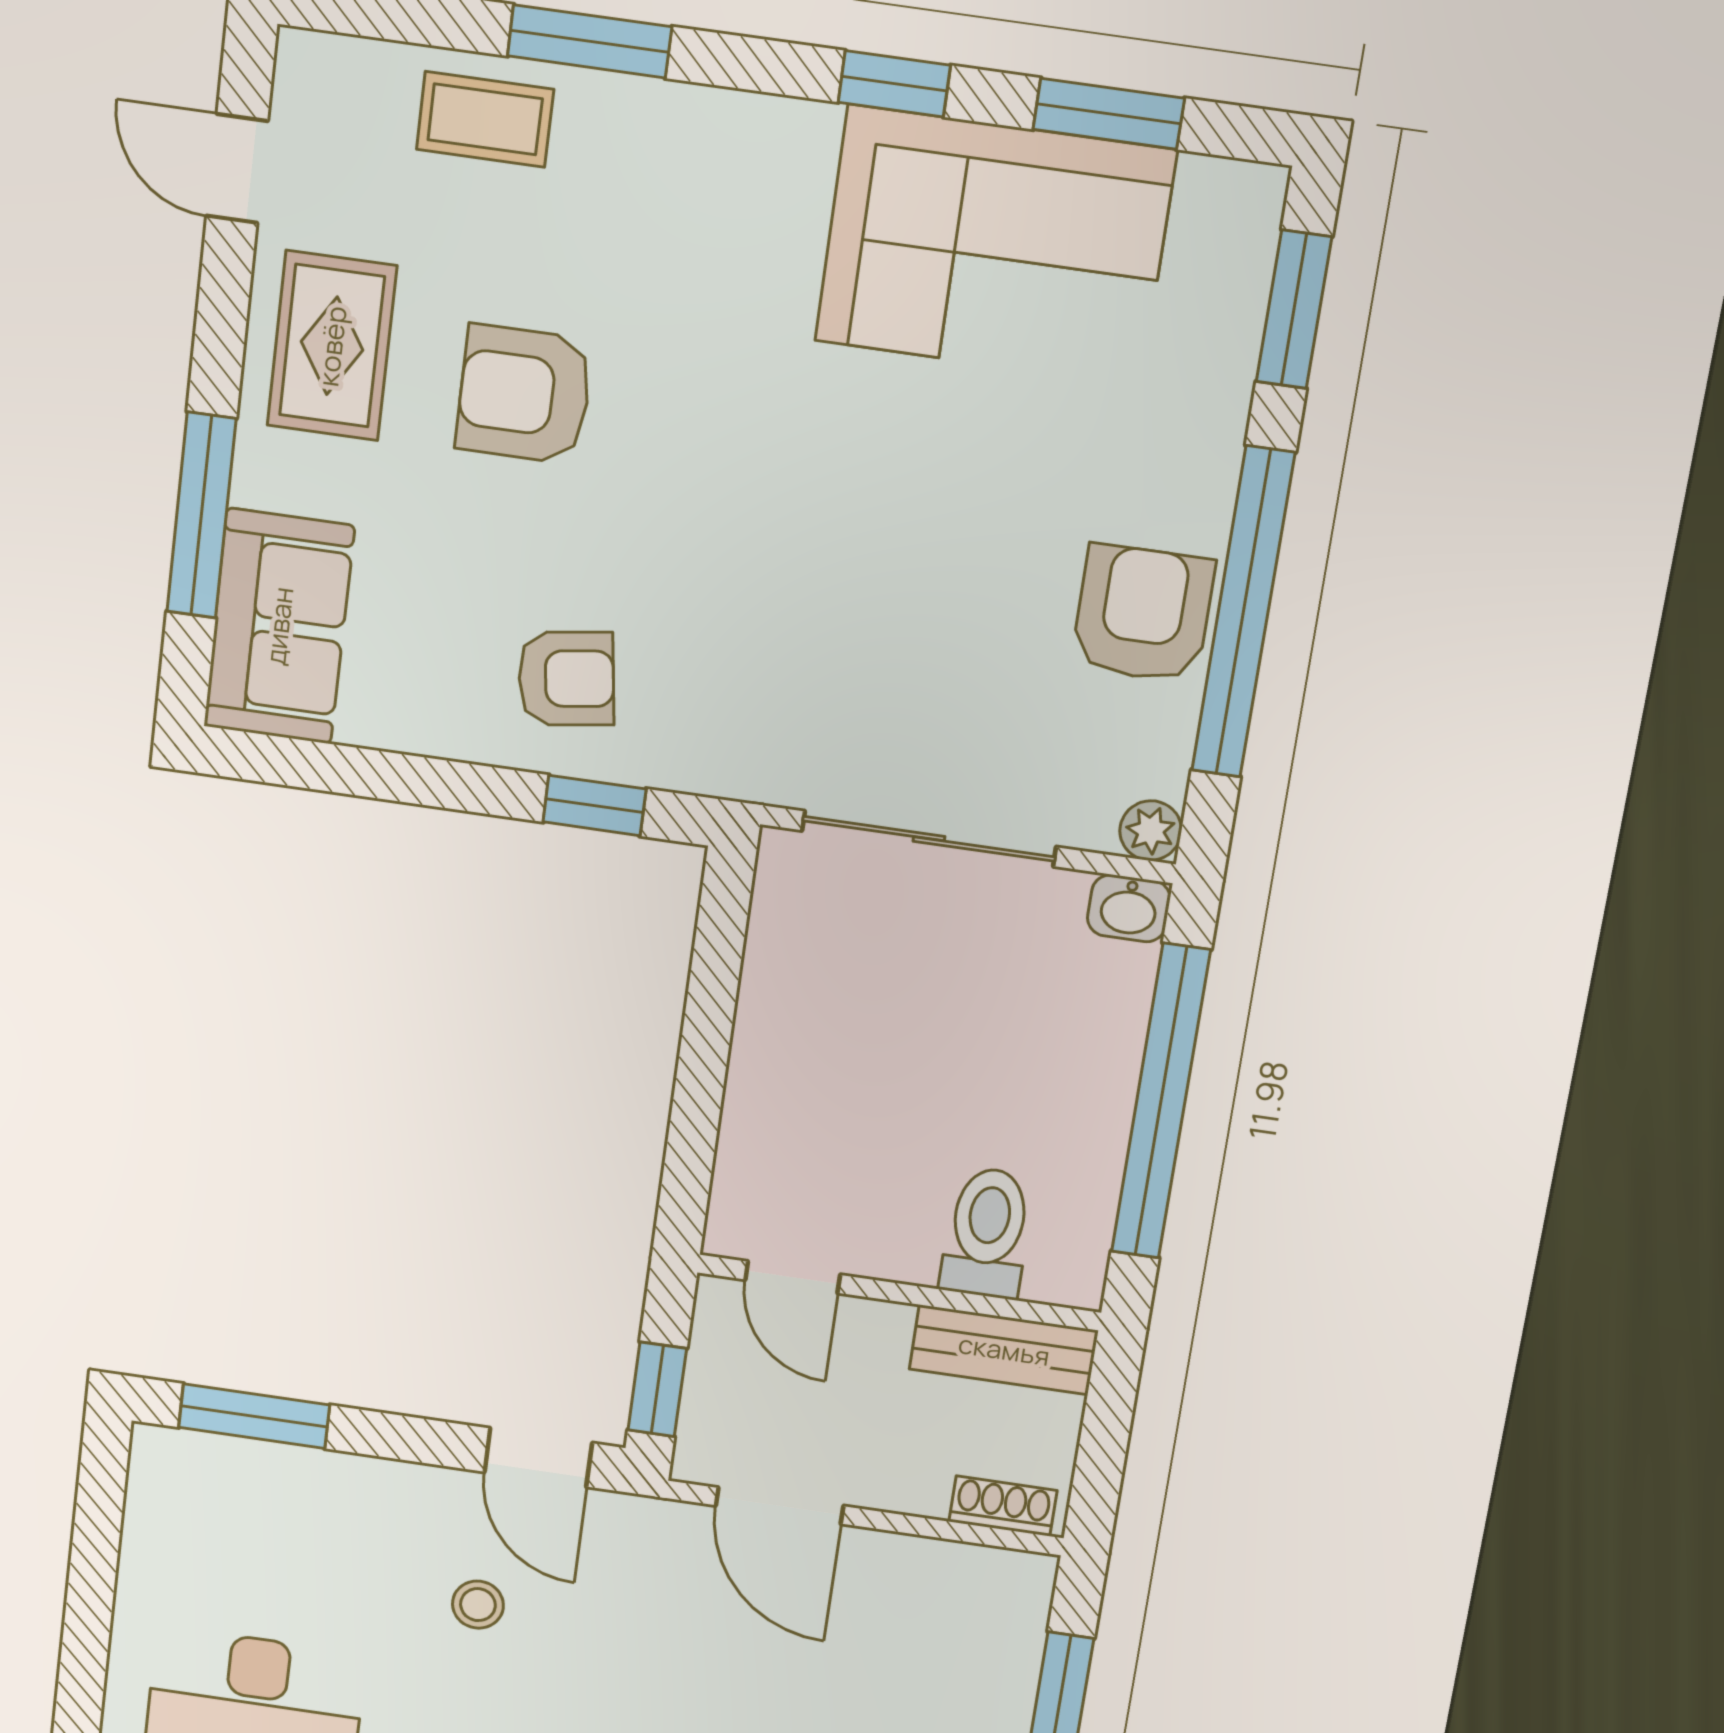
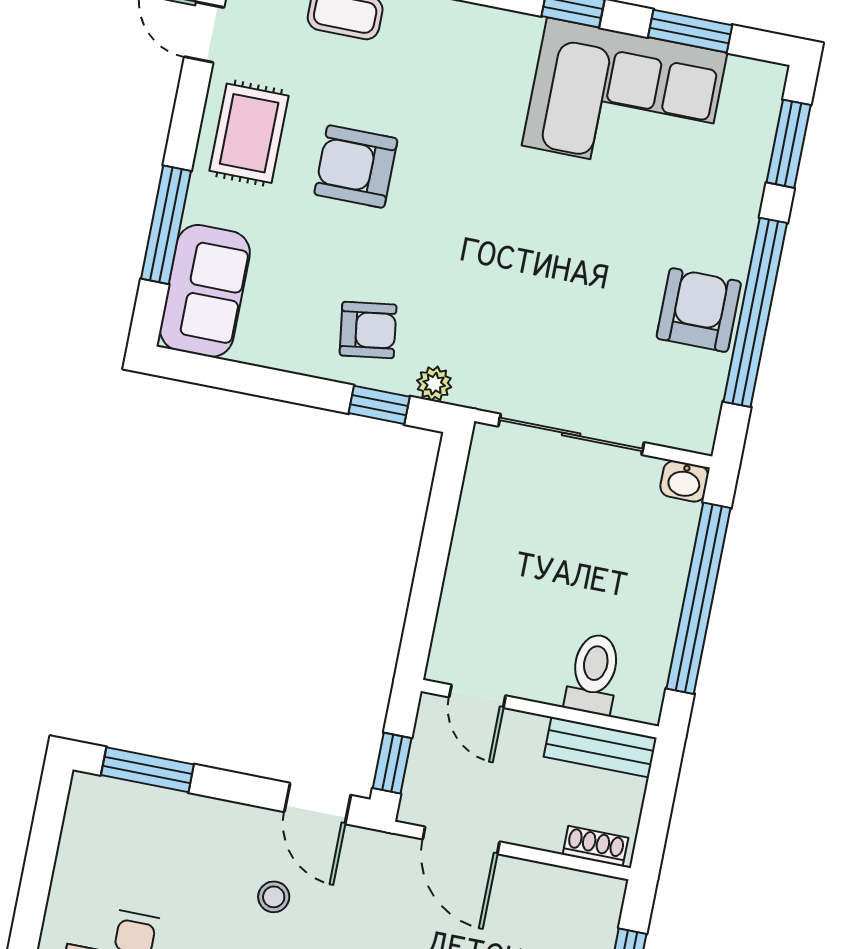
plant: (1151, 831) -> (434, 384), moved

